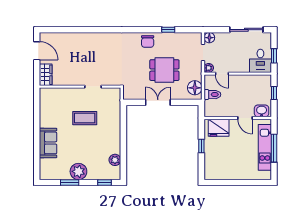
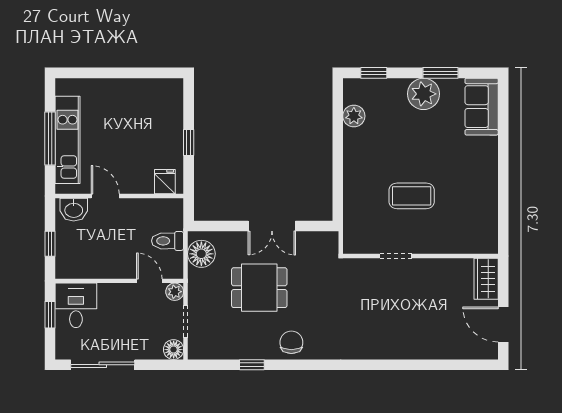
fridge: (219, 128) -> (165, 182), width x0.53, depth x0.75
sofa: (48, 143) -> (482, 107), moved

